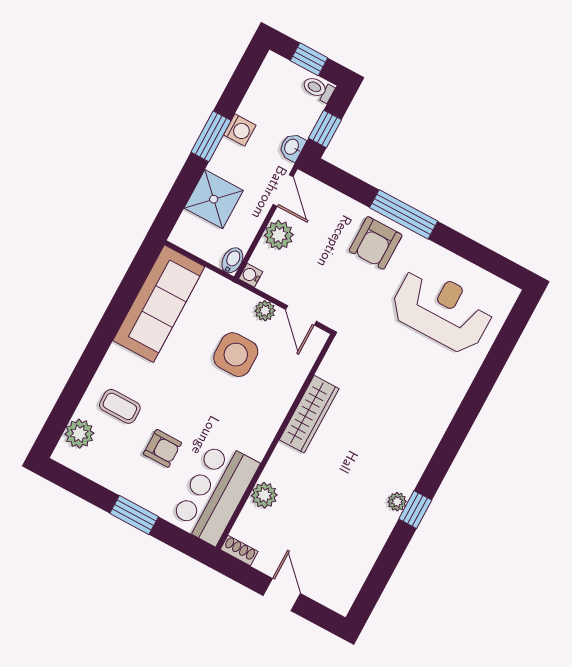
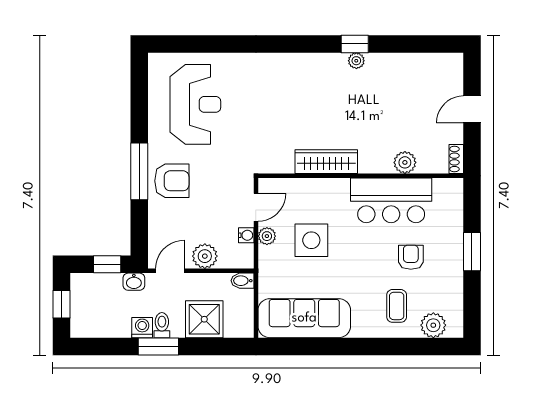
toilet: (318, 89) -> (162, 325), moved, turned 180
water cooler: (251, 275) -> (246, 235), moved, turned -90
reception desk: (442, 310) -> (195, 104), turned 180
bar counter: (215, 493) -> (391, 200), moved

